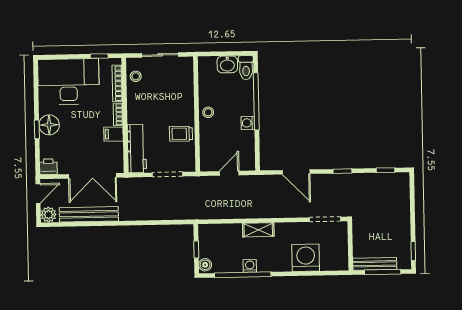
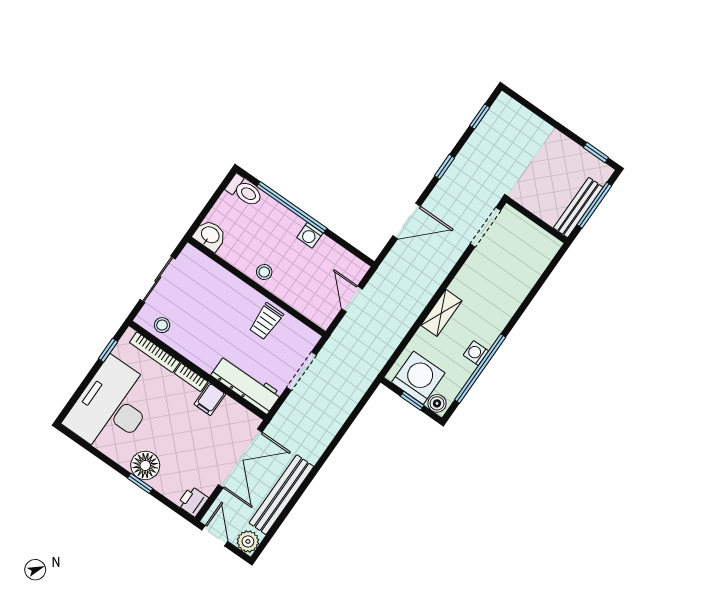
washbasin: (227, 64) -> (210, 235), moved, turned -90
washing machine: (306, 258) -> (418, 378), moved, turned 90

